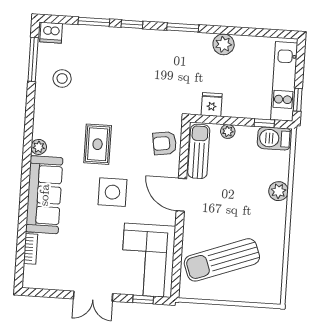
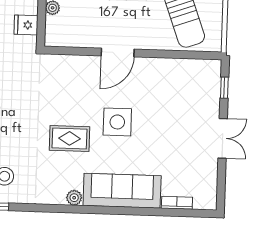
armchair: (165, 143) -> (66, 71), removed
sun lounger: (199, 151) -> (73, 36), removed
corner sofa: (148, 260) -> (185, 84), removed

